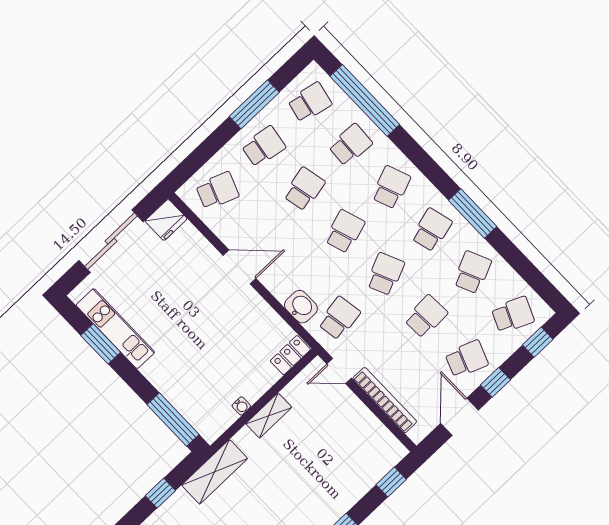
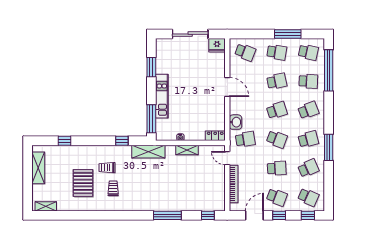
school desk: (385, 274) -> (277, 139), turned 45
kitchen unit: (115, 329) -> (162, 96), moved

